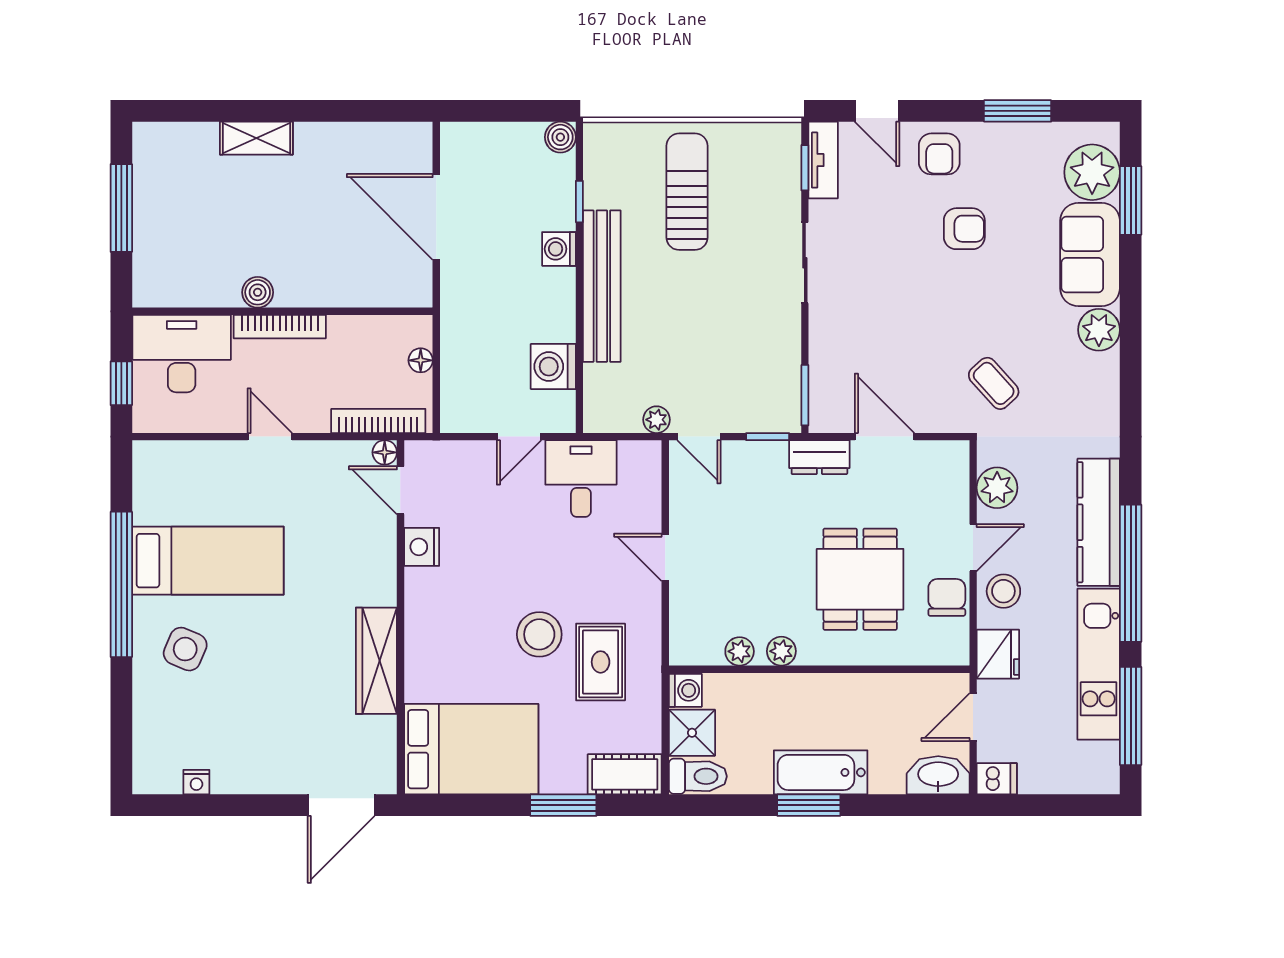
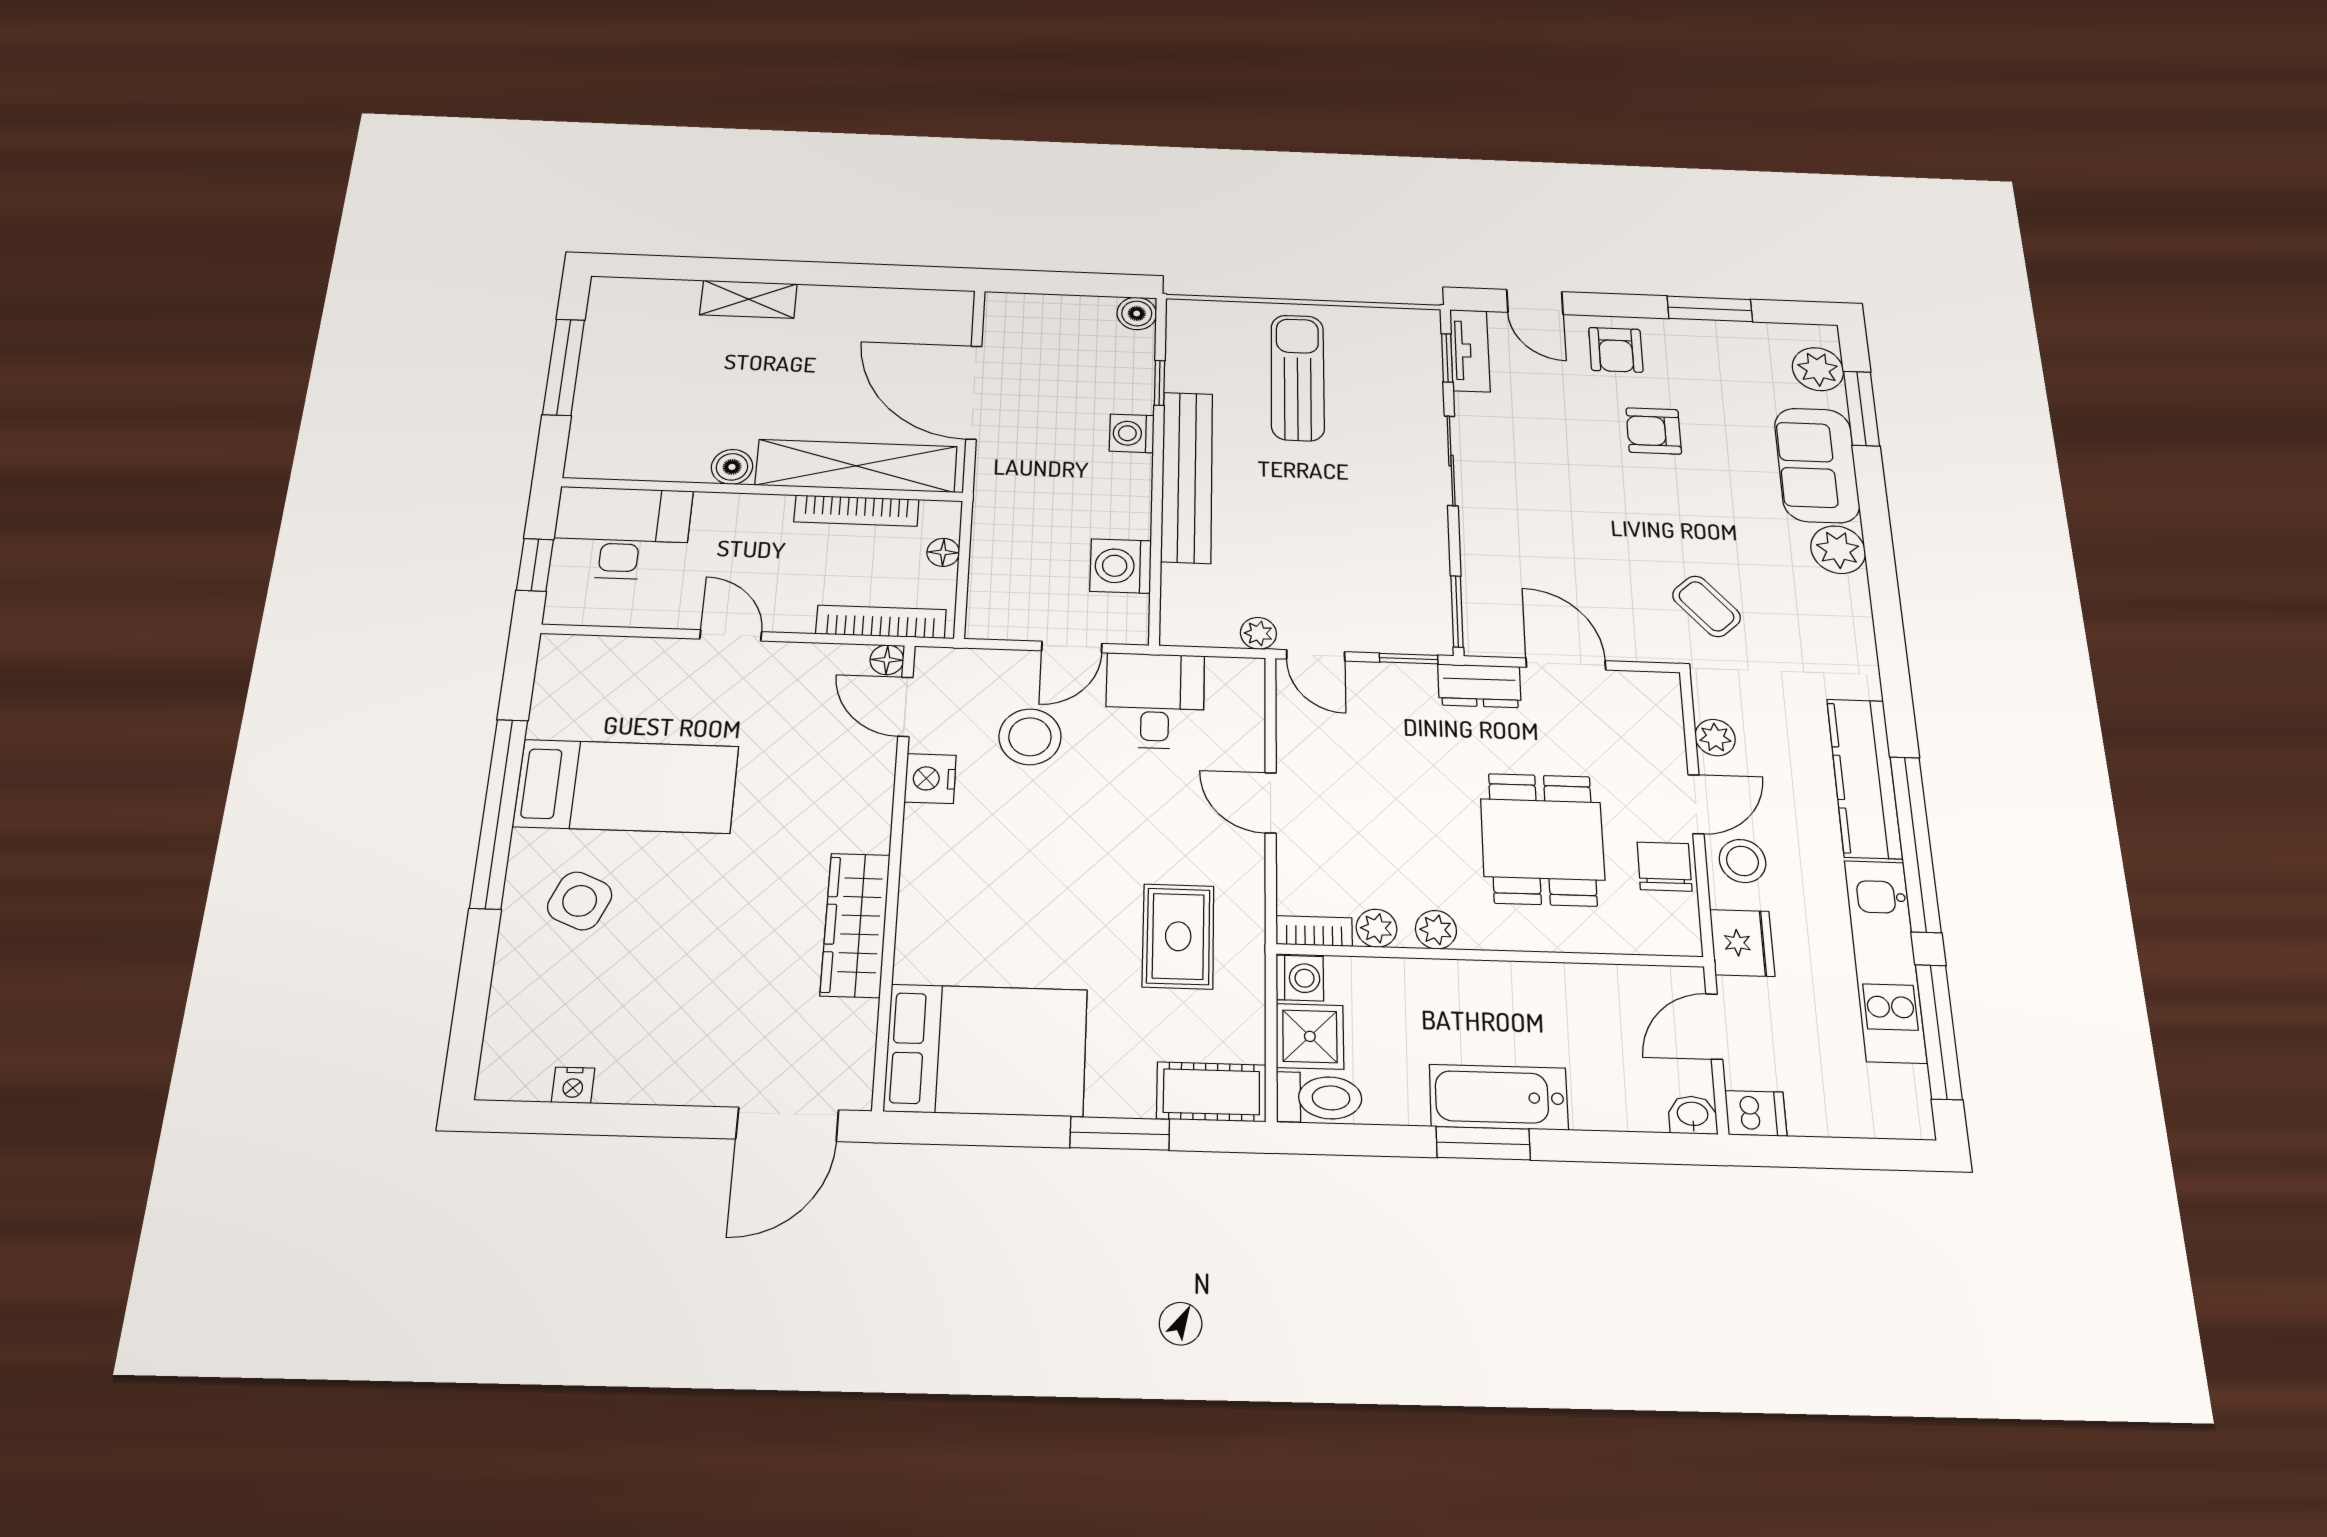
plant: (1092, 172) -> (1818, 369), width x0.73, depth x0.73
armchair: (964, 229) -> (1654, 431), turned 180
shelving: (351, 287) -> (856, 466), added
bookcase: (280, 327) -> (856, 511), moved
plant: (997, 488) -> (1715, 738), width x0.73, depth x0.73
stool: (539, 634) -> (1030, 737), moved
bookcase: (696, 655) -> (1314, 931), added
washbasin: (938, 775) -> (1693, 1115), width x0.52, depth x0.69

